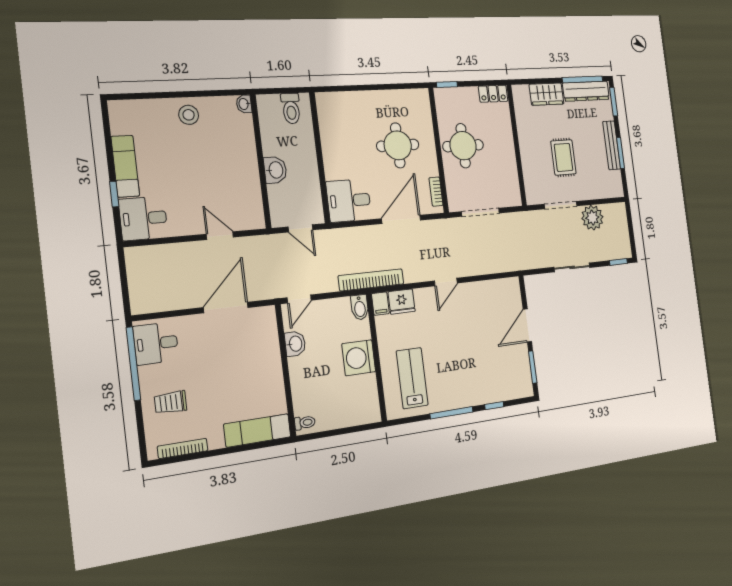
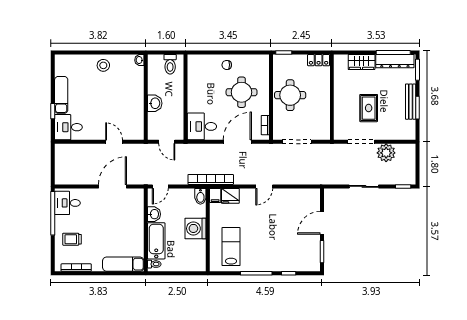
chair: (372, 106) -> (227, 65), added
bathtub: (303, 385) -> (156, 241), added

